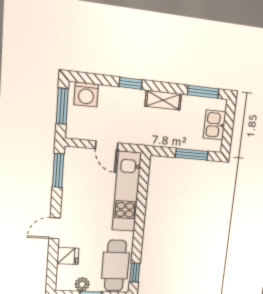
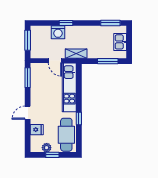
washing machine: (86, 95) -> (58, 32), moved
shelving: (163, 100) -> (76, 54), moved
window: (135, 272) -> (79, 119), moved

